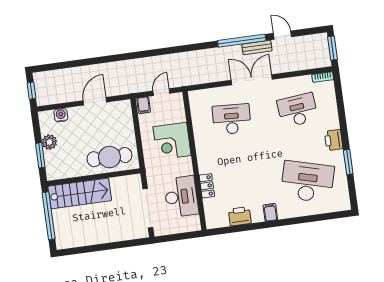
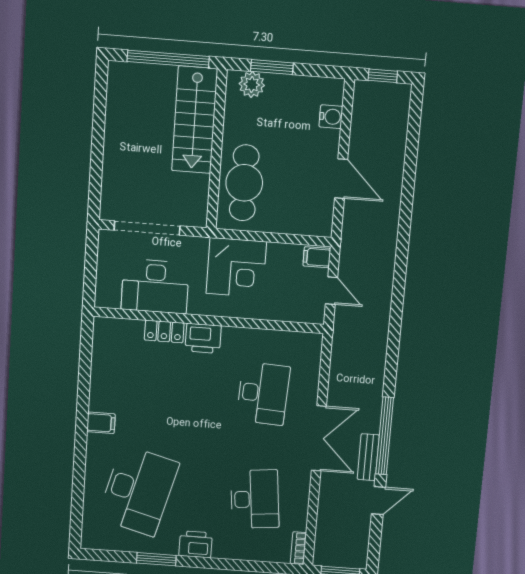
corner desk: (172, 141) -> (236, 268), moved, turned 180
plant: (49, 142) -> (252, 85), moved
printer: (240, 216) -> (203, 338), moved, turned 90

